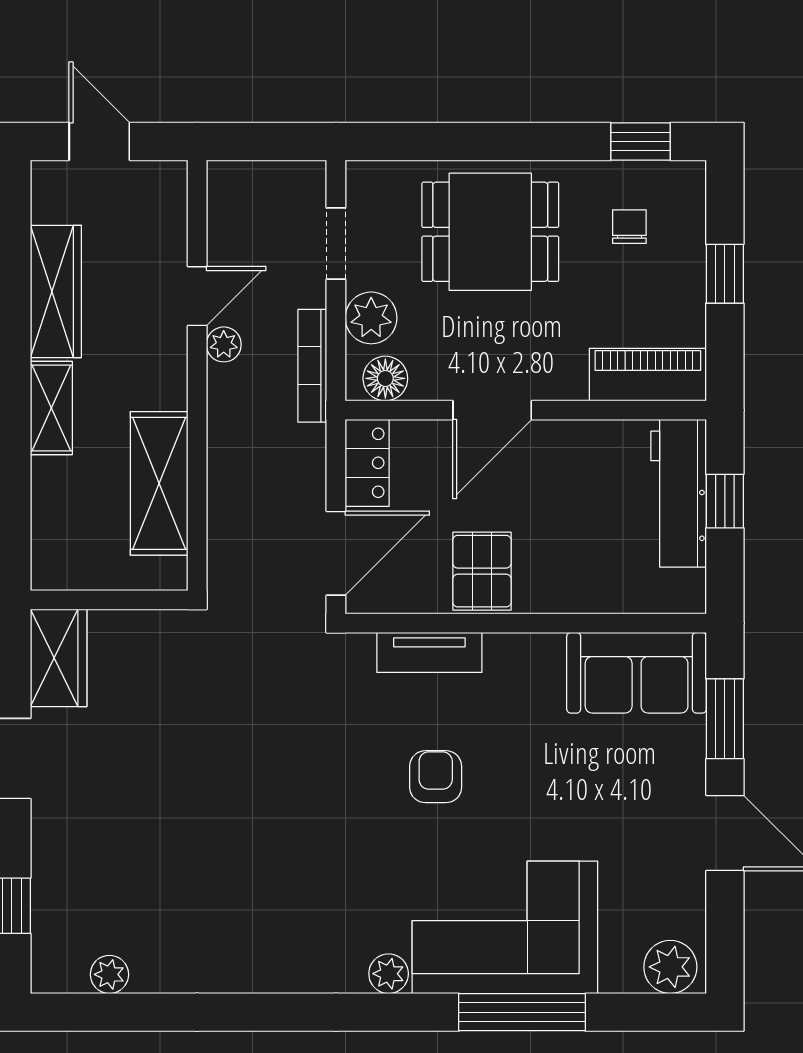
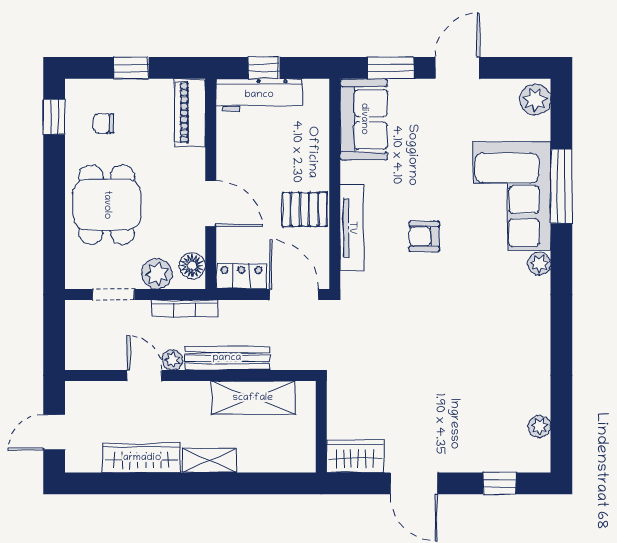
bench: (227, 439) -> (227, 358), added
tv unit: (429, 652) -> (352, 228), width x1.41

